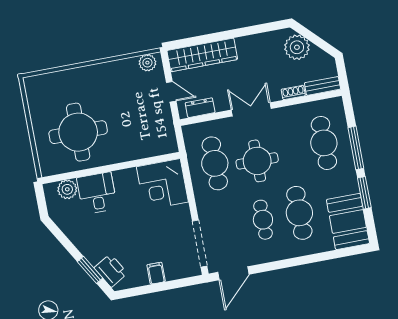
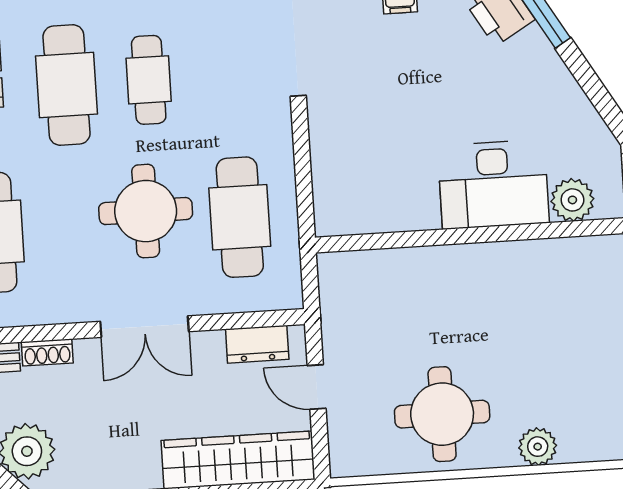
plant: (147, 63) -> (538, 447), moved
round table: (78, 132) -> (442, 414), moved, width x0.73, depth x0.73
corner desk: (162, 184) -> (361, 185), removed
desk: (97, 193) -> (493, 184), width x1.37

